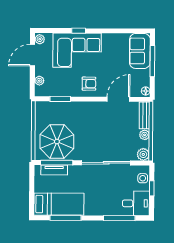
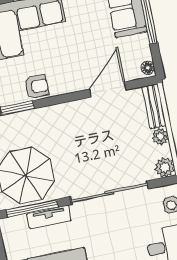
armchair: (89, 84) -> (37, 86), moved
tv unit: (54, 170) -> (49, 217), moved

